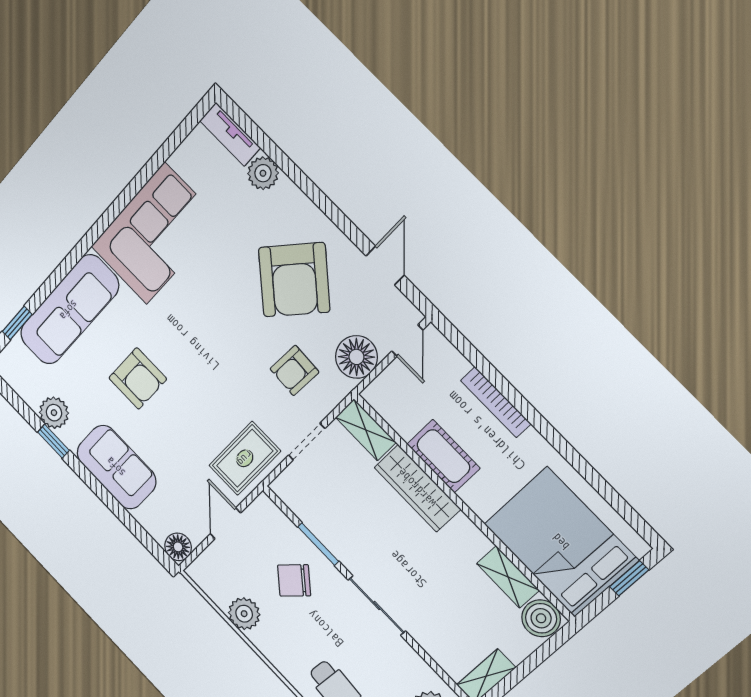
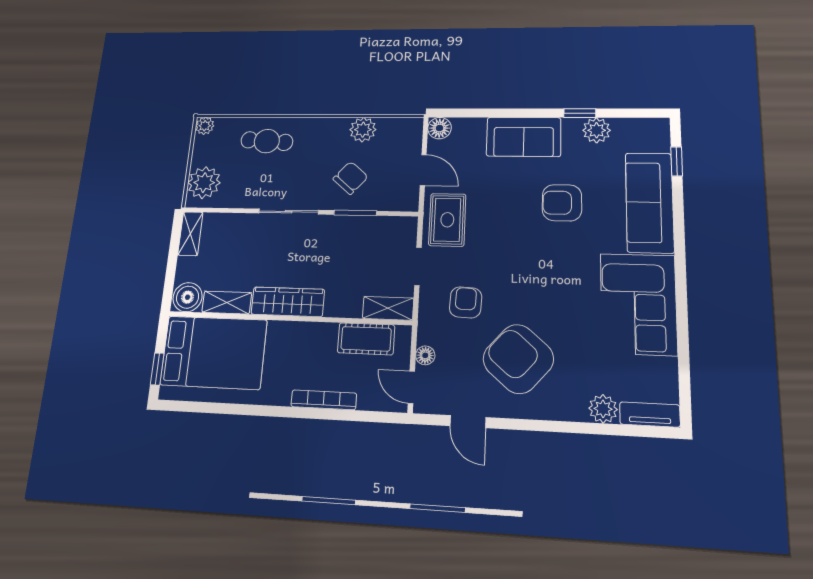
floor lamp: (356, 357) -> (425, 355), width x0.53, depth x0.53
cot: (443, 456) -> (366, 339), moved
wardrobe: (417, 488) -> (288, 302), moved

